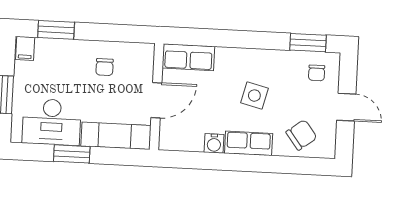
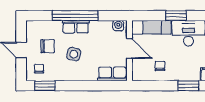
door: (156, 100) -> (129, 49), swing flipped
chair: (301, 135) -> (48, 46), moved, turned -143
water cooler: (214, 143) -> (118, 26), moved
window: (249, 163) -> (75, 16), added

